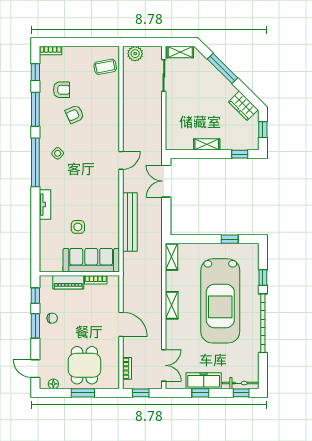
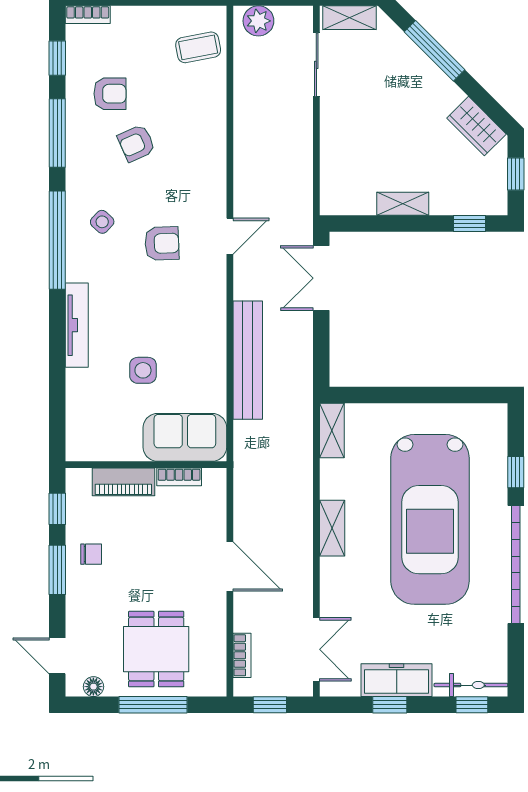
armchair: (87, 164) -> (162, 243), added
tv unit: (45, 205) -> (77, 325), width x1.41
window: (230, 239) -> (449, 395), removed
sofa: (91, 260) -> (185, 437), width x0.73
window: (83, 393) -> (153, 705), width x1.44

